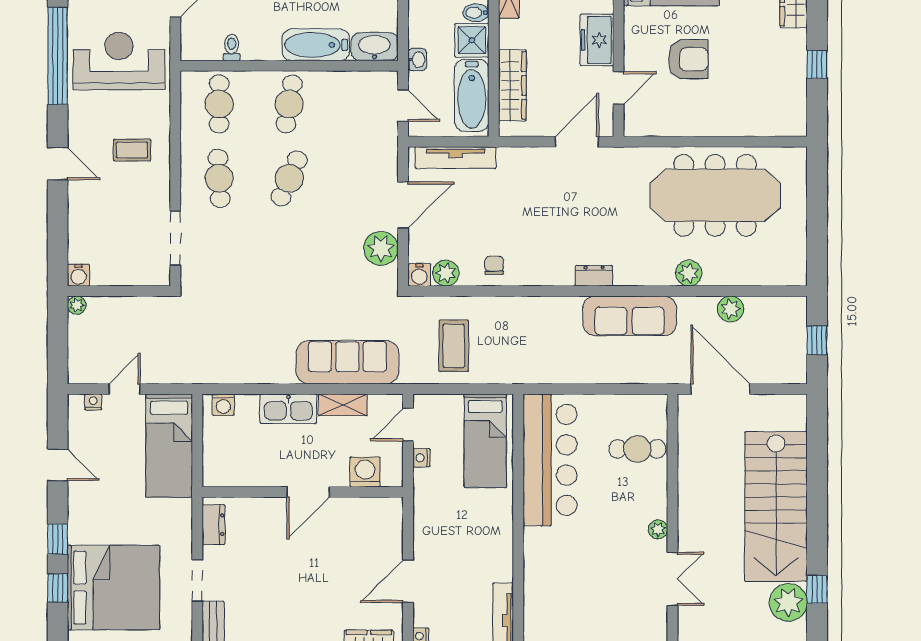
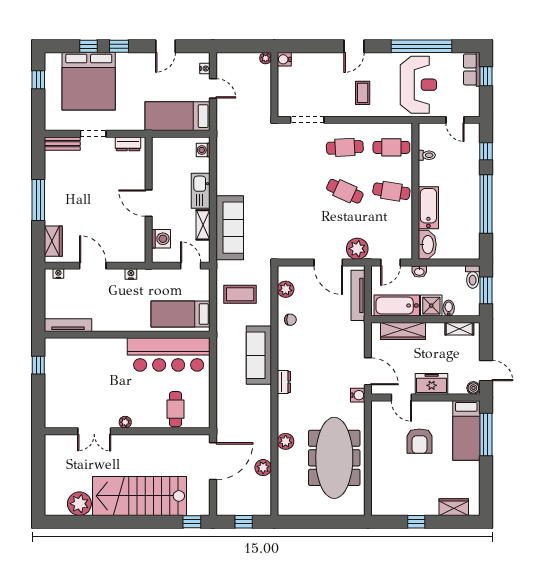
plant: (381, 248) -> (357, 249), moved
water cooler: (419, 275) -> (358, 395), moved, turned 180
sofa: (630, 316) -> (259, 355), moved
nightstand: (421, 458) -> (131, 274), moved
window: (817, 589) -> (192, 522), moved

